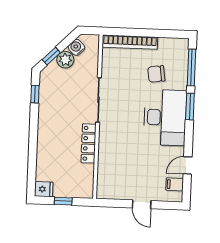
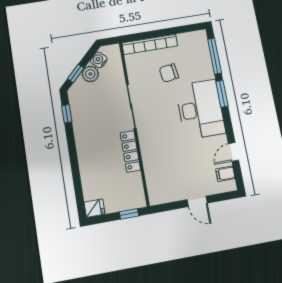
chair: (156, 74) -> (169, 73), moved
window: (63, 201) -> (129, 214), moved

